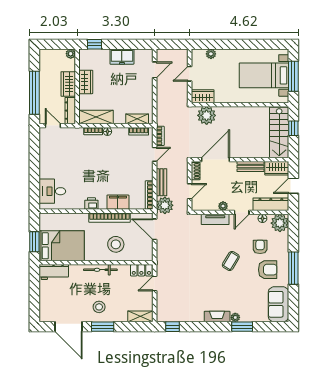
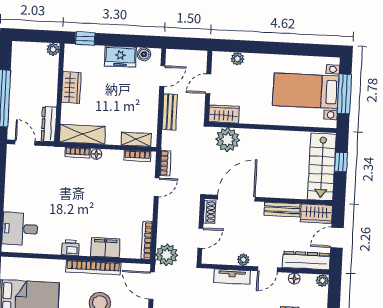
boiler: (140, 54) -> (144, 54), added
wardrobe: (68, 84) -> (48, 89), removed
bench: (162, 182) -> (170, 112), moved
plant: (280, 223) -> (322, 281), width x0.53, depth x0.53

